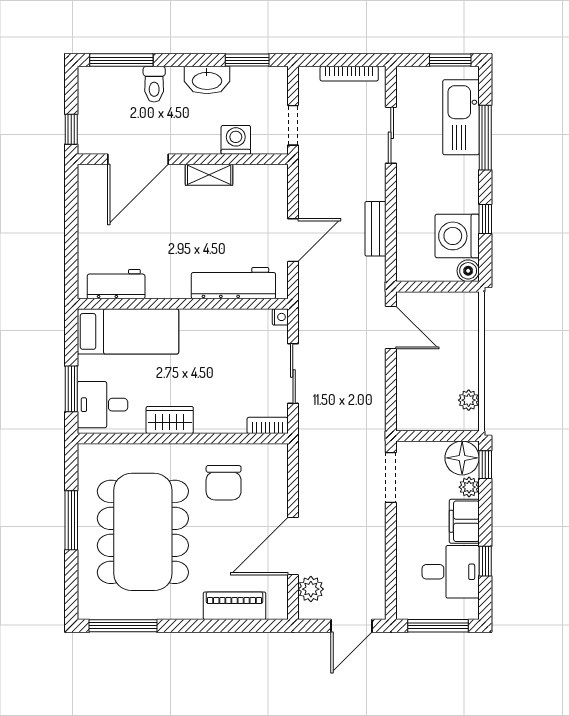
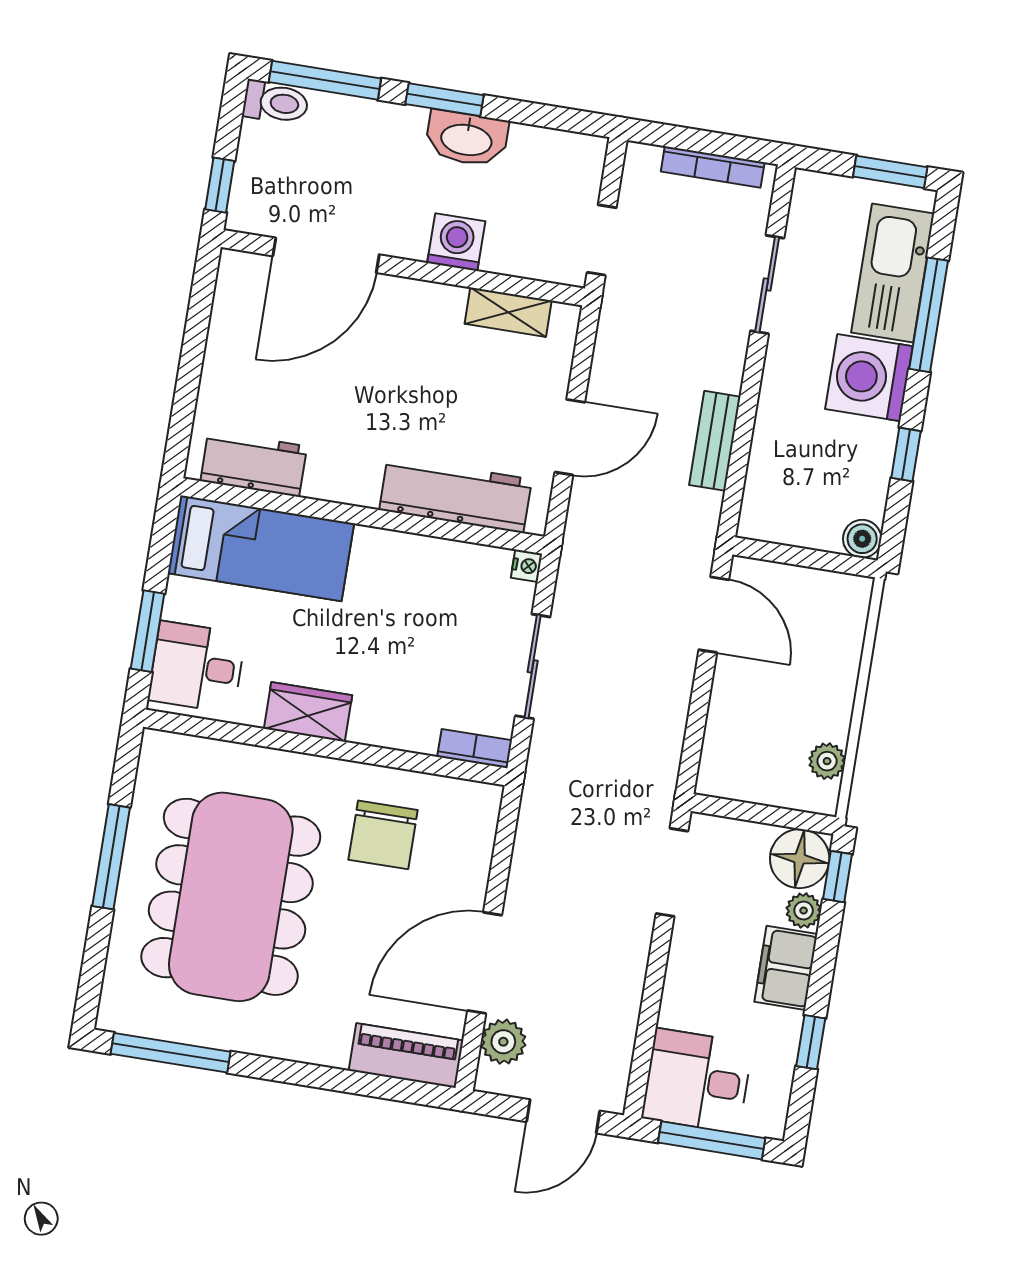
window: (247, 60) -> (444, 100), moved
toilet: (154, 84) -> (276, 102), moved, turned -90
washing machine: (236, 140) -> (456, 242), moved
shelving: (209, 175) -> (508, 312), moved
washing machine: (457, 236) -> (869, 378), moved
desk: (451, 572) -> (697, 1081), moved, turned 180
piano: (234, 606) -> (406, 1056), moved

